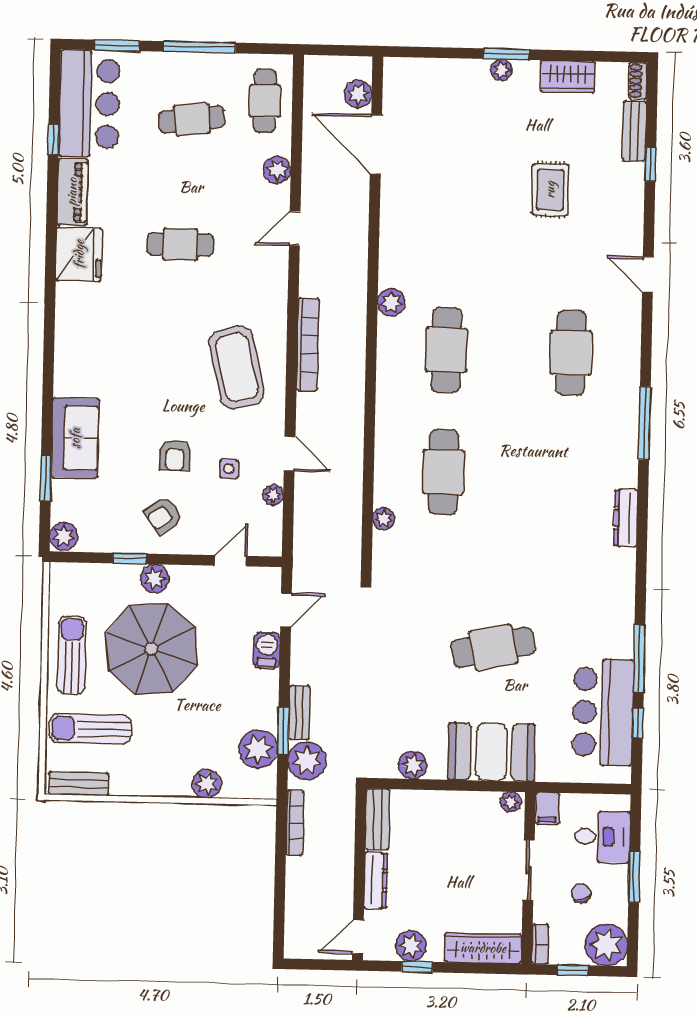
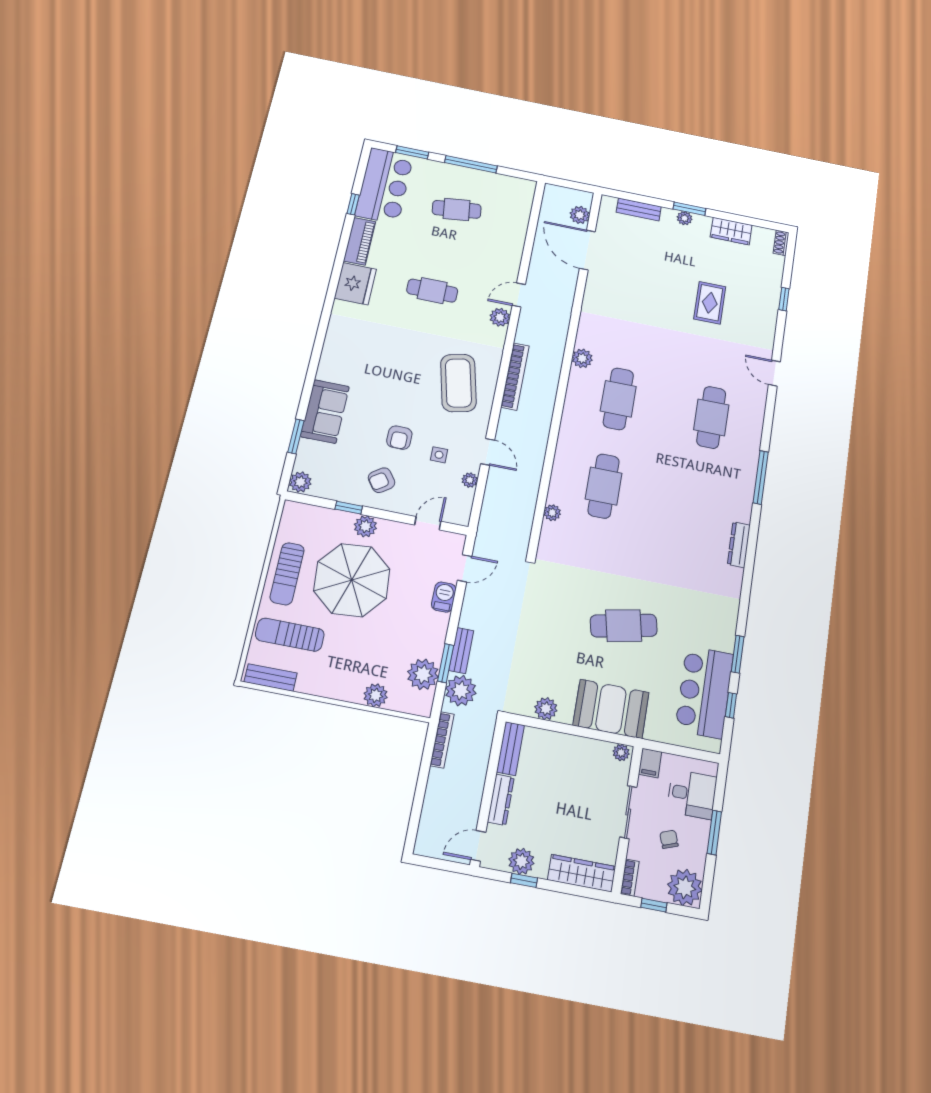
cafe table: (265, 101) -> (512, 207), removed
bench: (634, 131) -> (639, 209), moved, turned 90
plant: (277, 170) -> (500, 317), moved
sun lounger: (72, 655) -> (287, 574), turned 180
window: (639, 658) -> (738, 654), width x0.69

